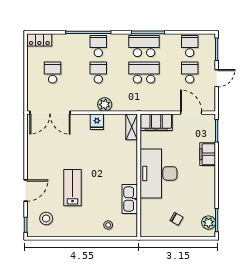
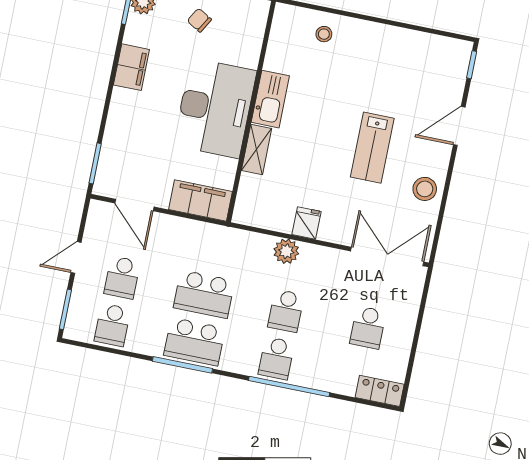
shelving: (132, 127) -> (257, 150), moved
filing cabinet: (208, 154) -> (131, 67), moved
lab bench: (73, 188) -> (372, 148), moved
kitchen sink: (130, 199) -> (270, 99), moved
stool: (46, 218) -> (425, 189), moved

